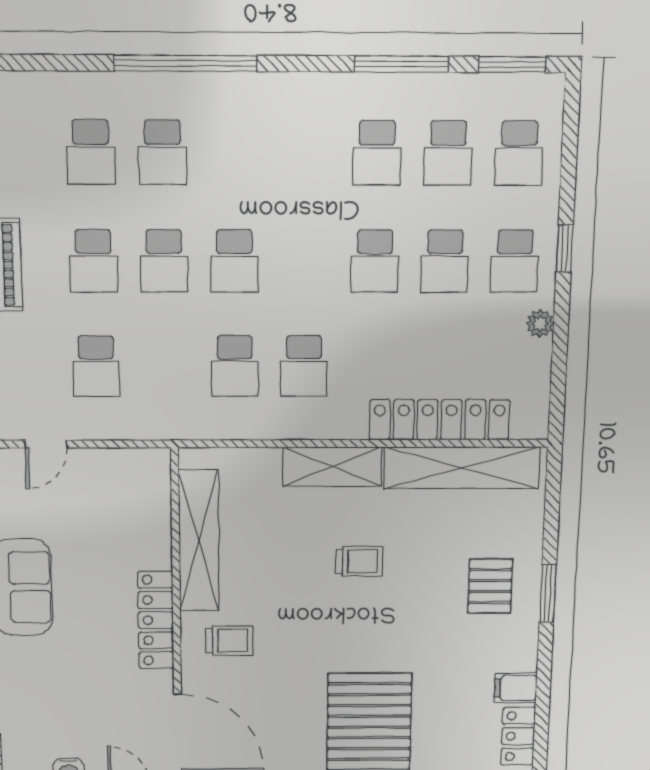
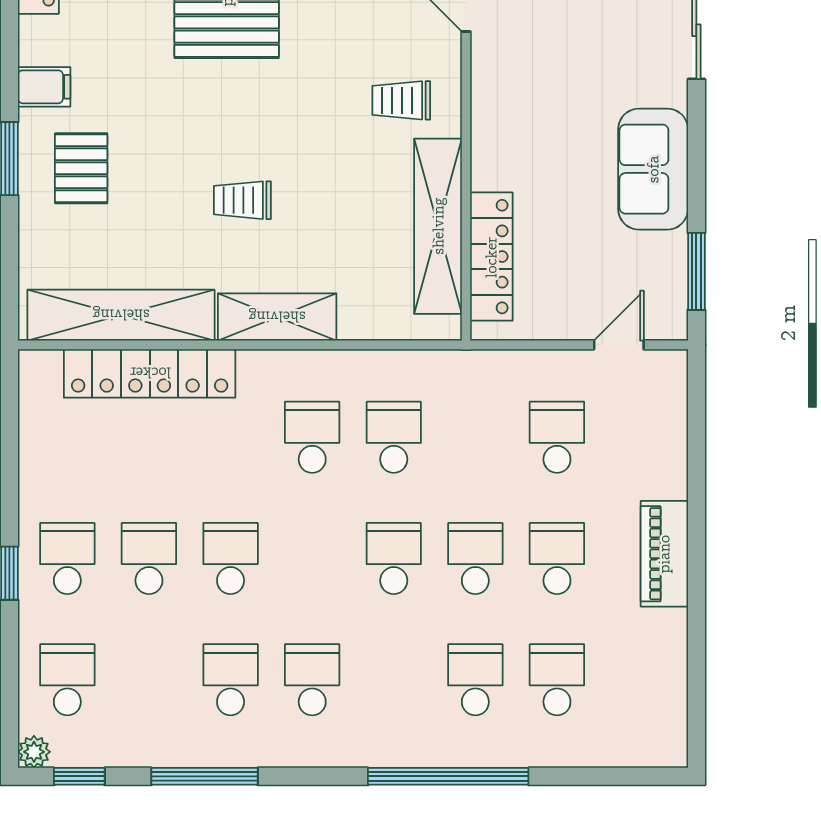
window: (512, 64) -> (79, 776), width x0.67
school desk: (448, 153) -> (312, 680), moved
plant: (540, 324) -> (34, 752), moved
locker: (156, 620) -> (491, 257), moved
filing cabinet: (516, 688) -> (44, 87), moved

